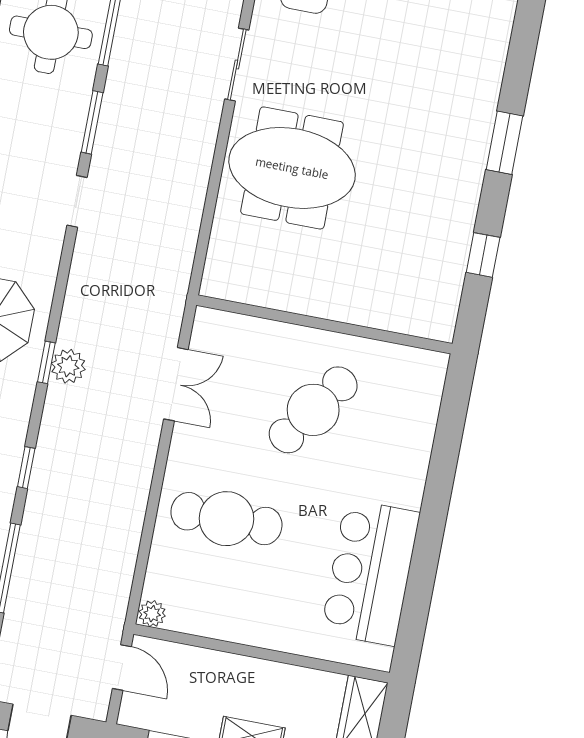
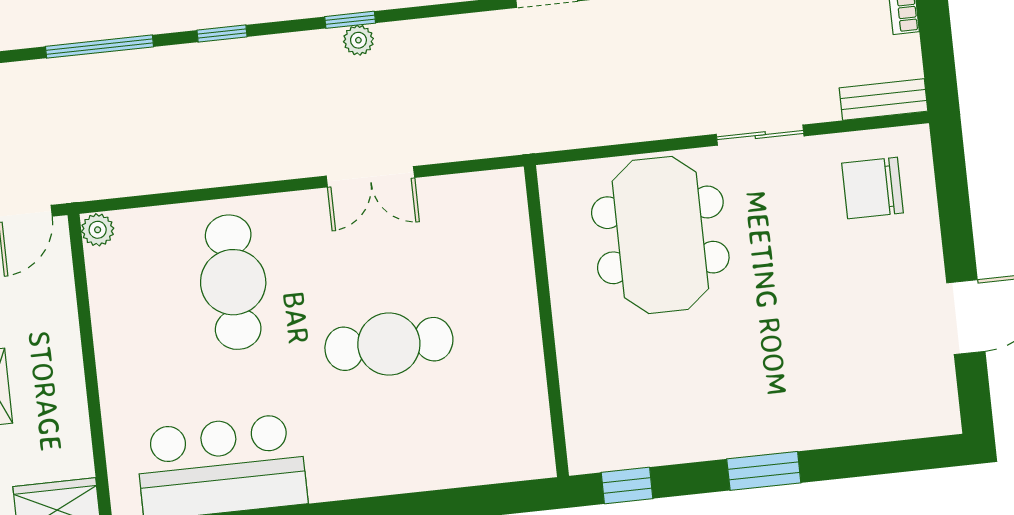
wall: (324, 324) -> (547, 321), moved
plant: (68, 366) -> (358, 40), width x0.73, depth x0.73
cafe table: (313, 410) -> (389, 344), turned -35

